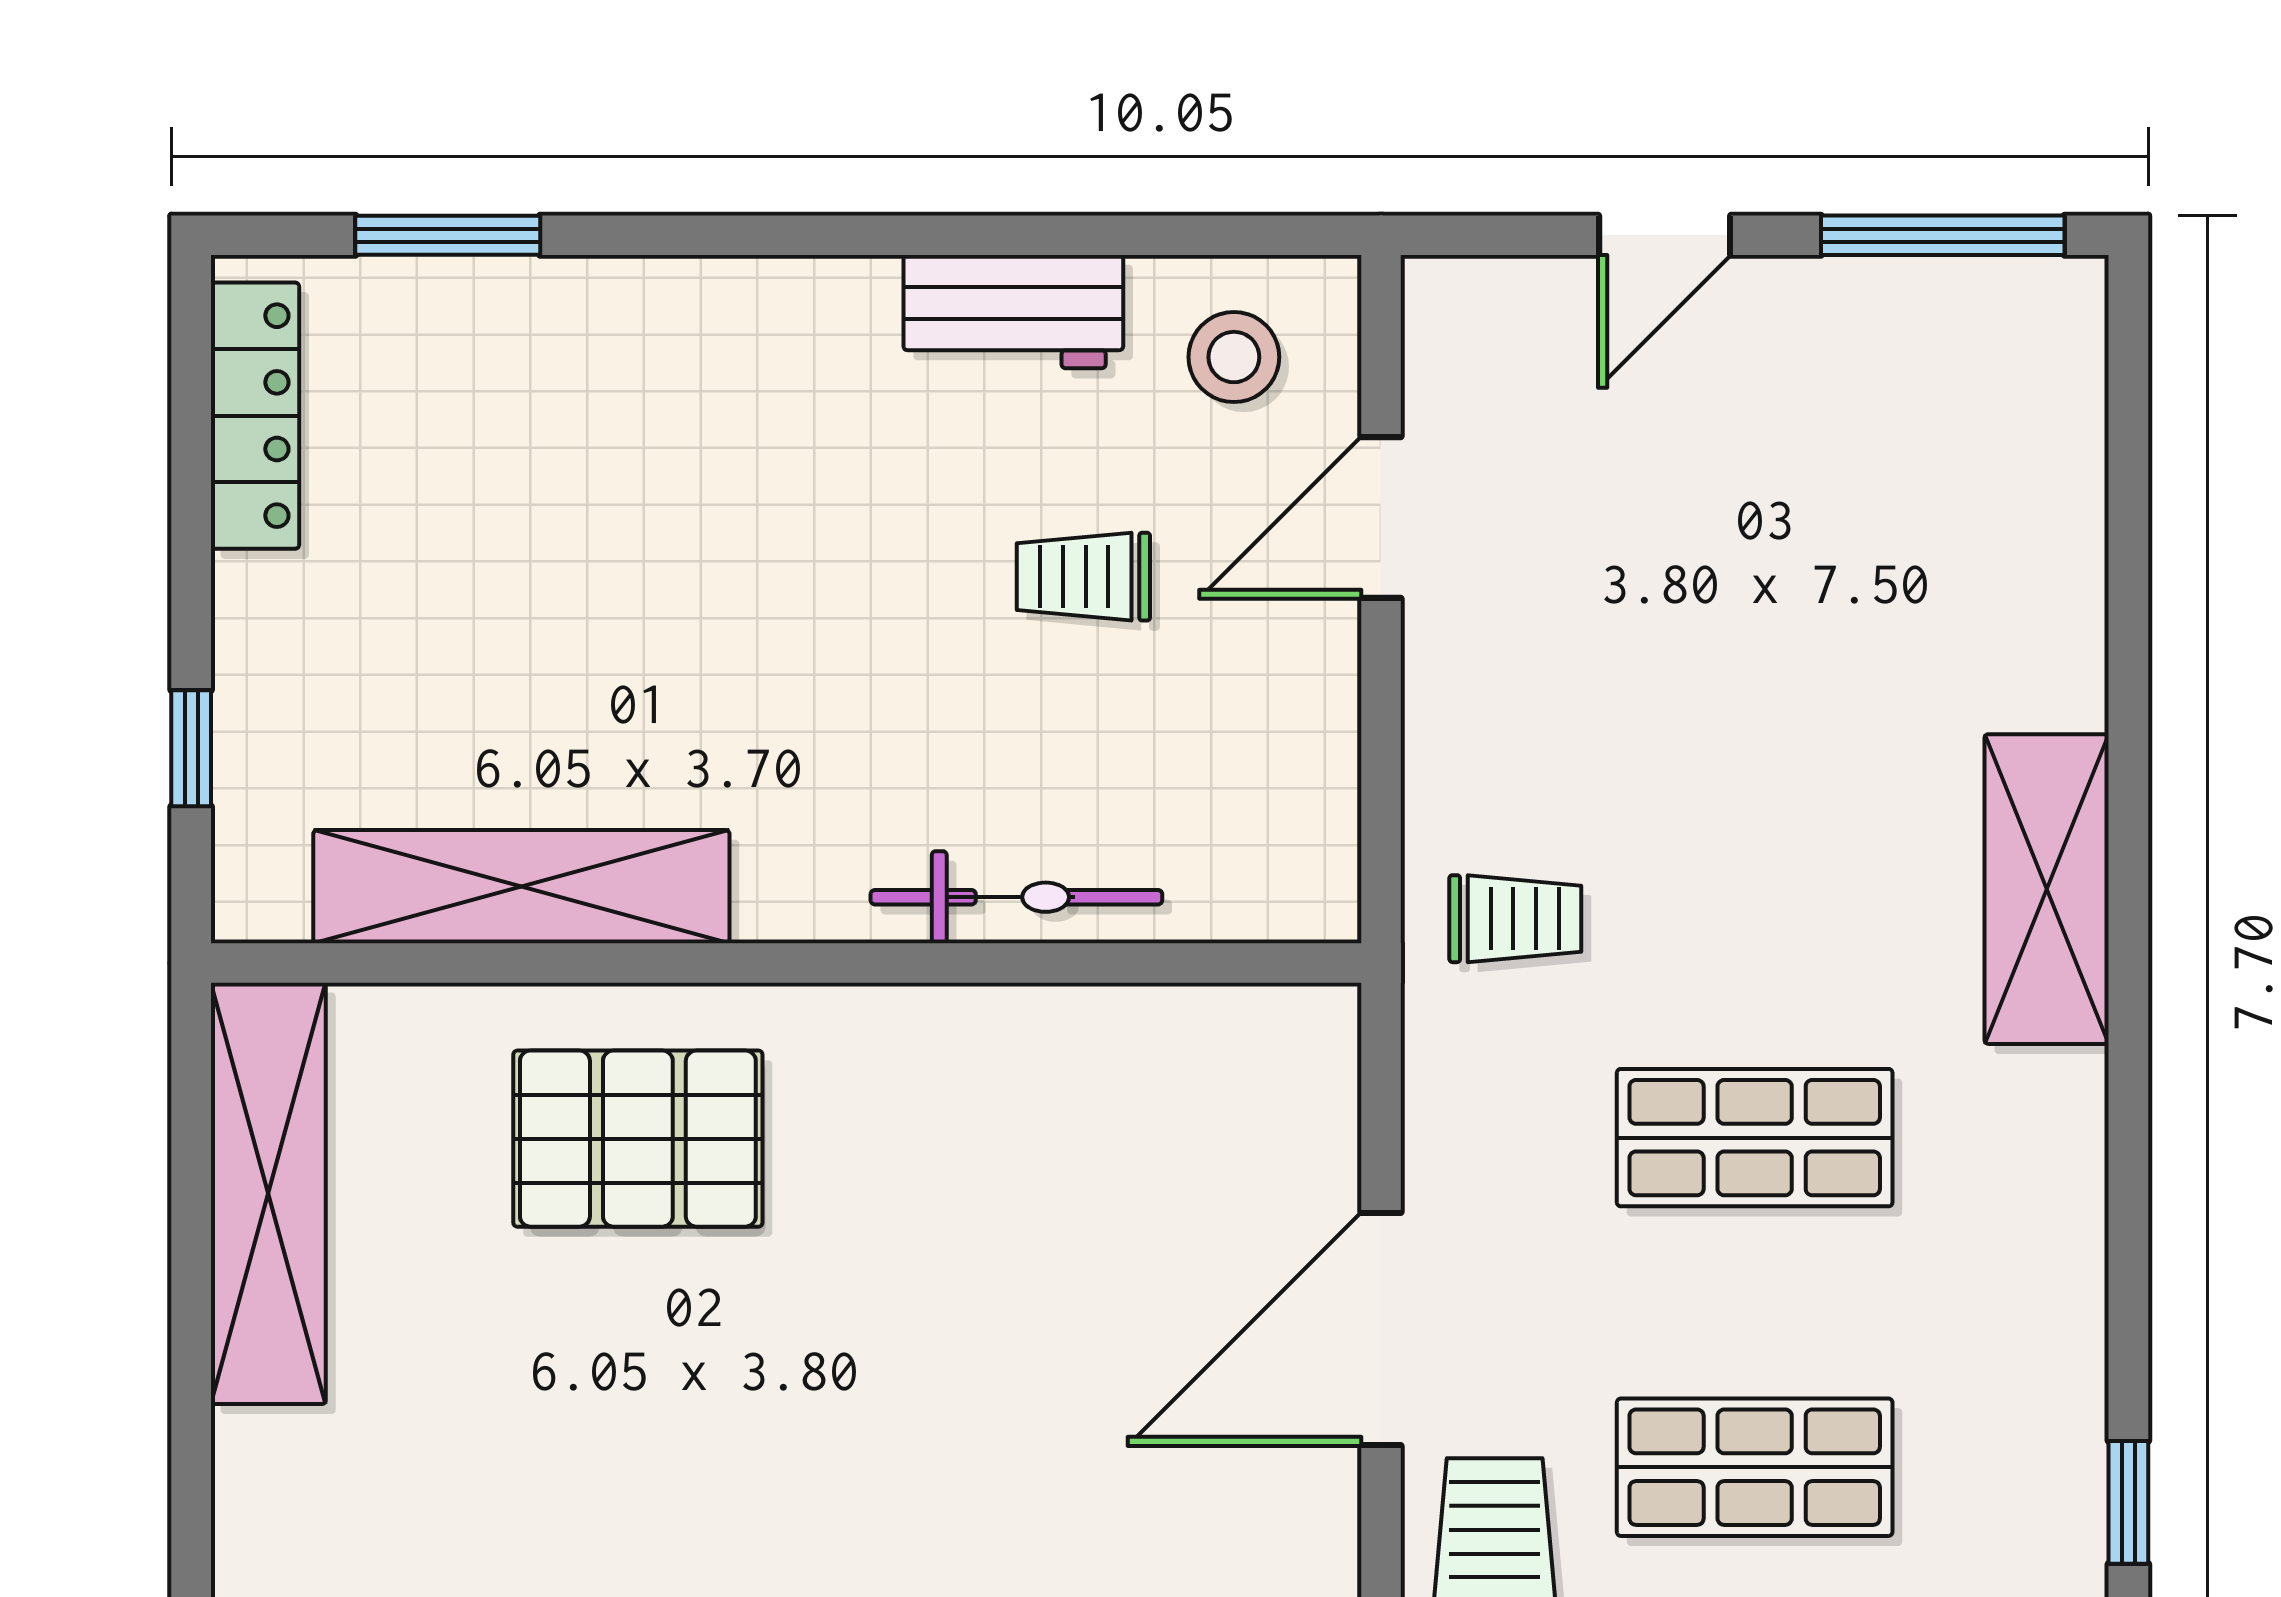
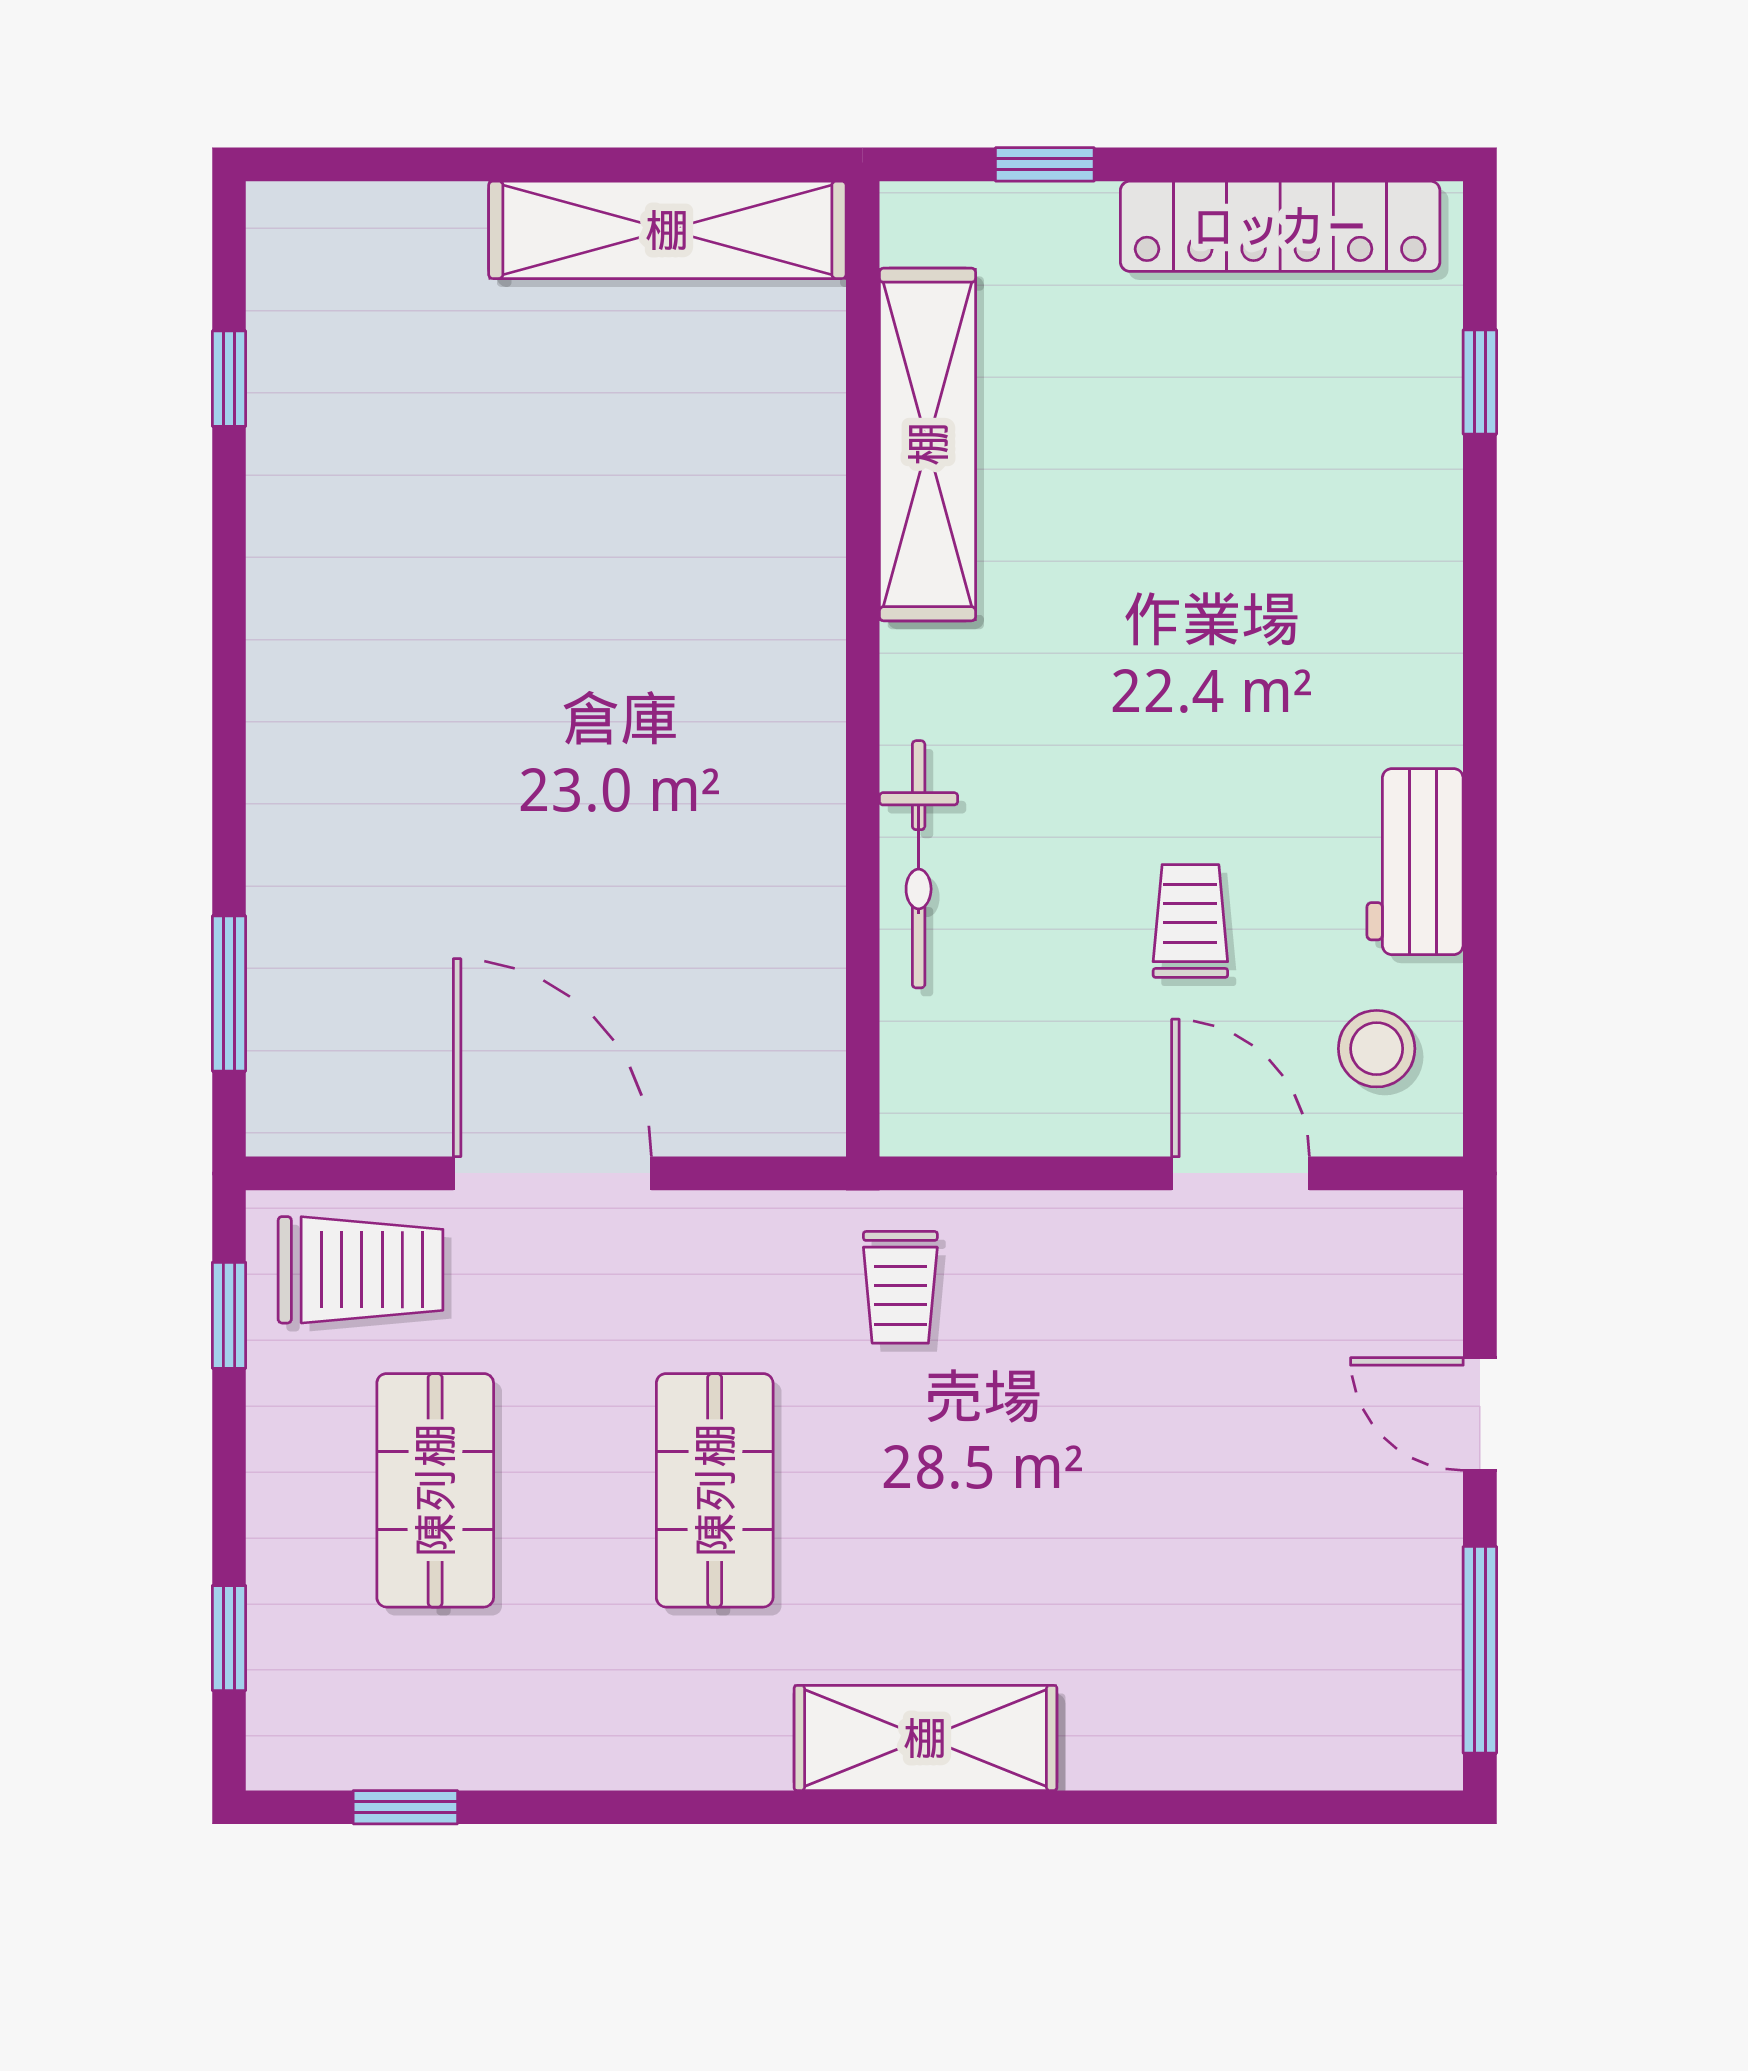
window: (448, 235) -> (1480, 382), width x0.67
locker: (255, 416) -> (1280, 226), width x1.41, depth x1.21
pallet: (638, 1139) -> (714, 543), removed

